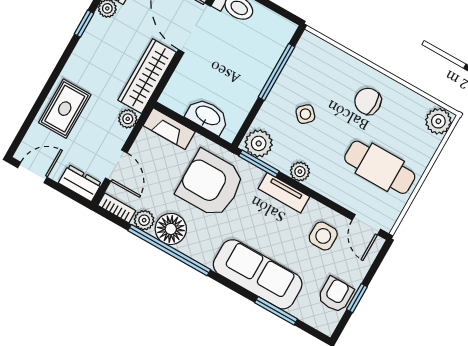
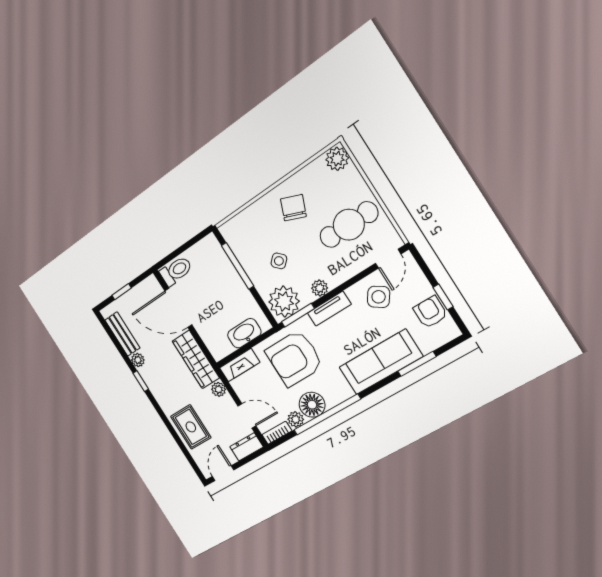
chair: (368, 101) -> (293, 208), turned 112
plant: (259, 143) -> (284, 302), width x1.36, depth x1.36
door: (366, 225) -> (388, 259), hinge flipped
side table: (323, 236) -> (379, 297), turned 34

